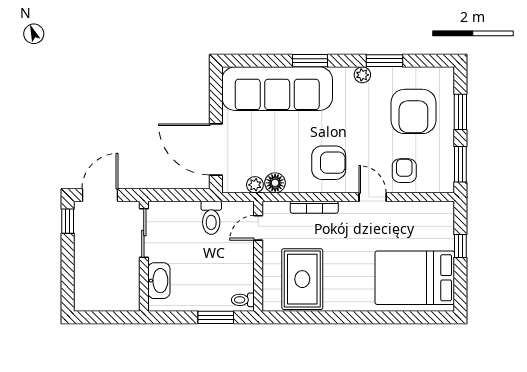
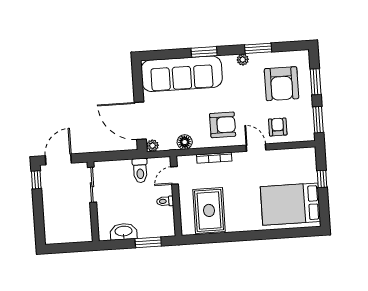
plant: (255, 185) -> (153, 146), moved
washbasin: (159, 281) -> (124, 232), moved, turned -90
toilet: (243, 300) -> (165, 201), moved

